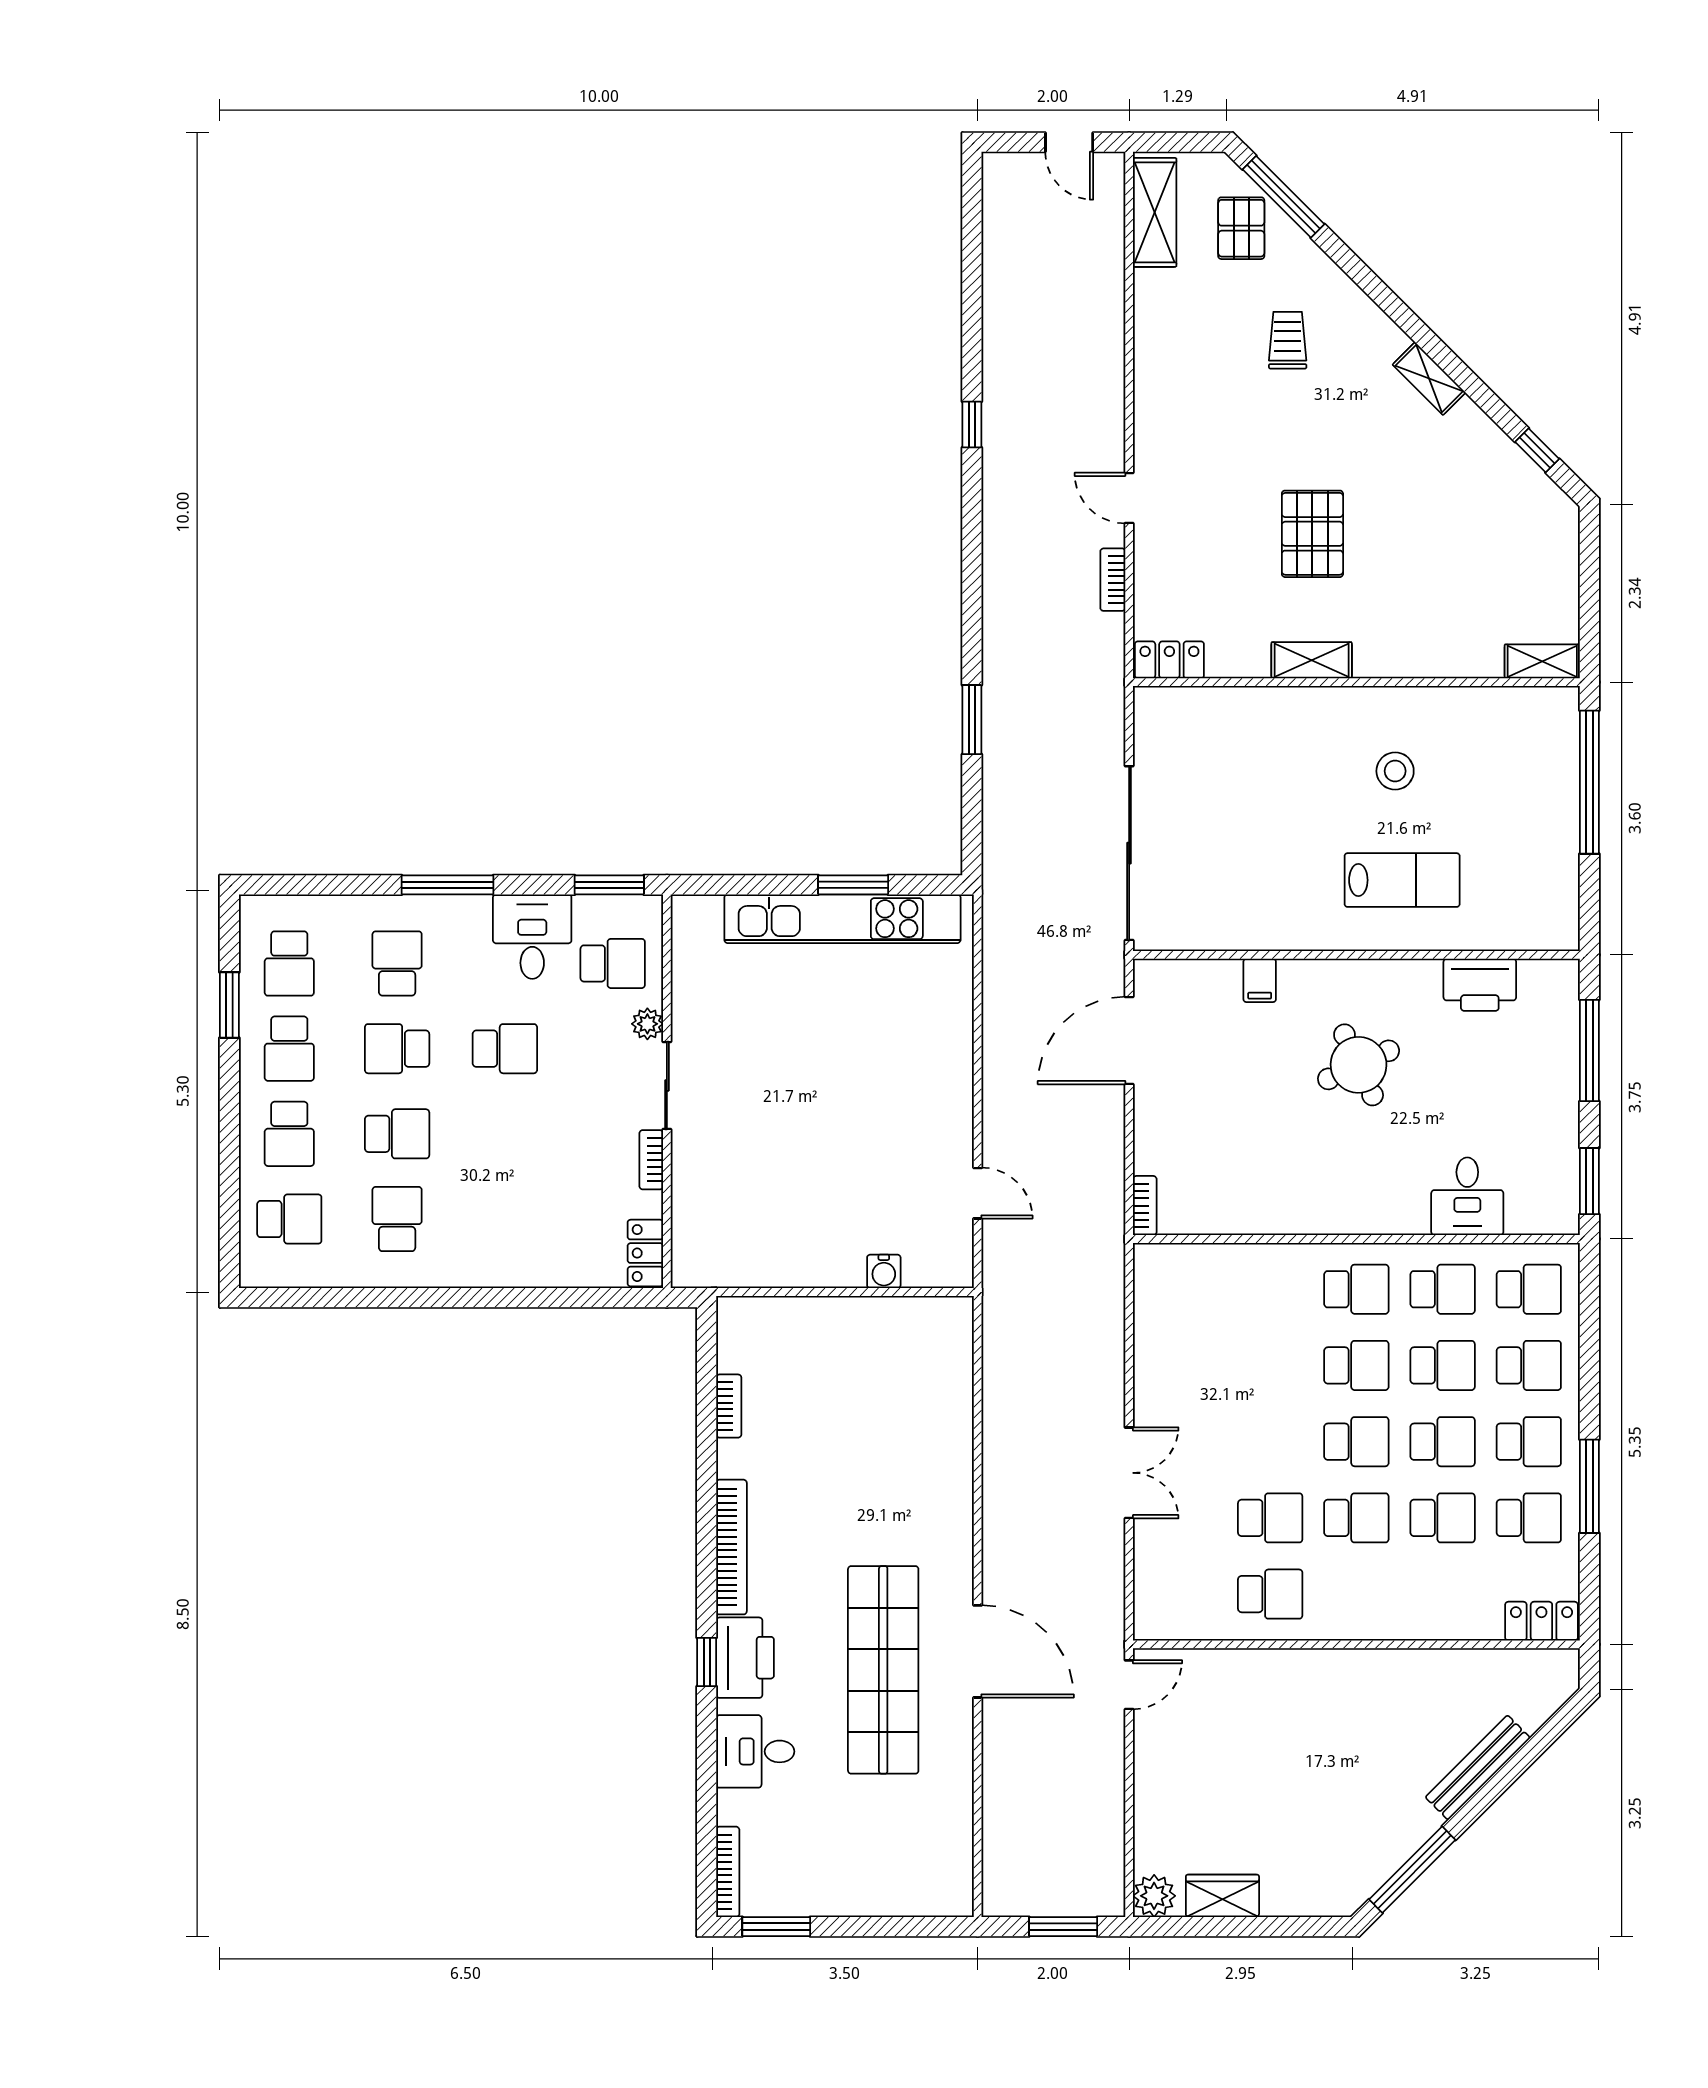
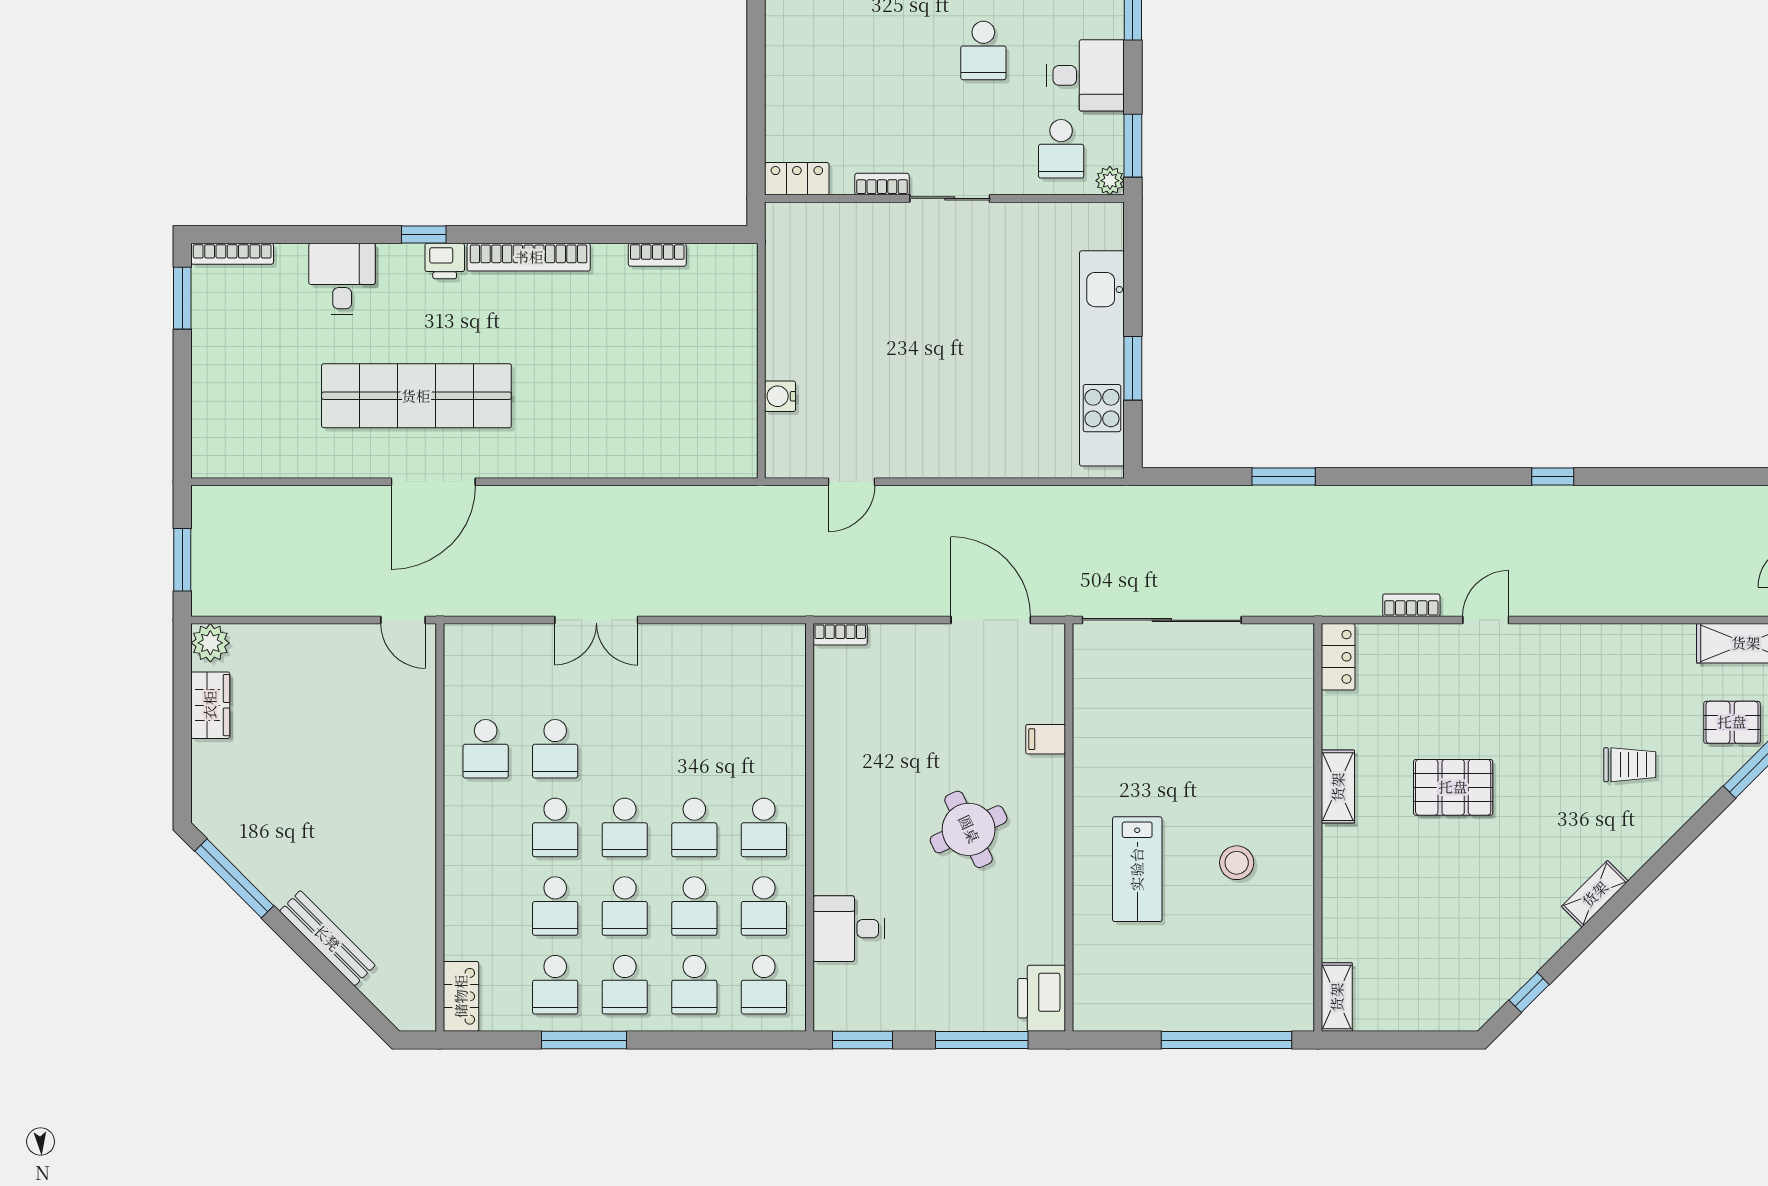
printer: (1480, 985) -> (1042, 998), moved
plant: (647, 1024) -> (1110, 181), moved
printer: (745, 1658) -> (445, 261), width x0.53, depth x0.68

